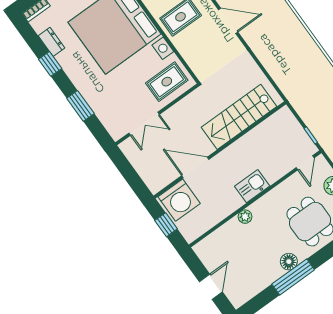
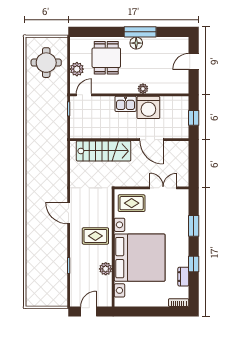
washing machine: (179, 200) -> (148, 107), moved, turned 180

